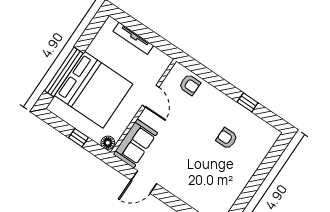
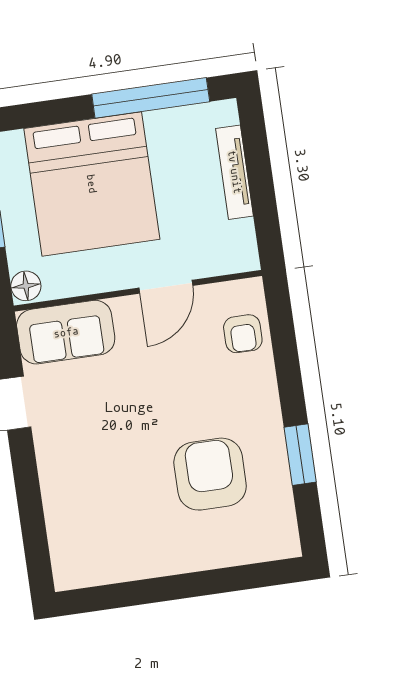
window: (64, 72) -> (151, 98), moved
window: (248, 102) -> (300, 455), width x1.50
armchair: (227, 138) -> (210, 474), width x1.88, depth x1.88

